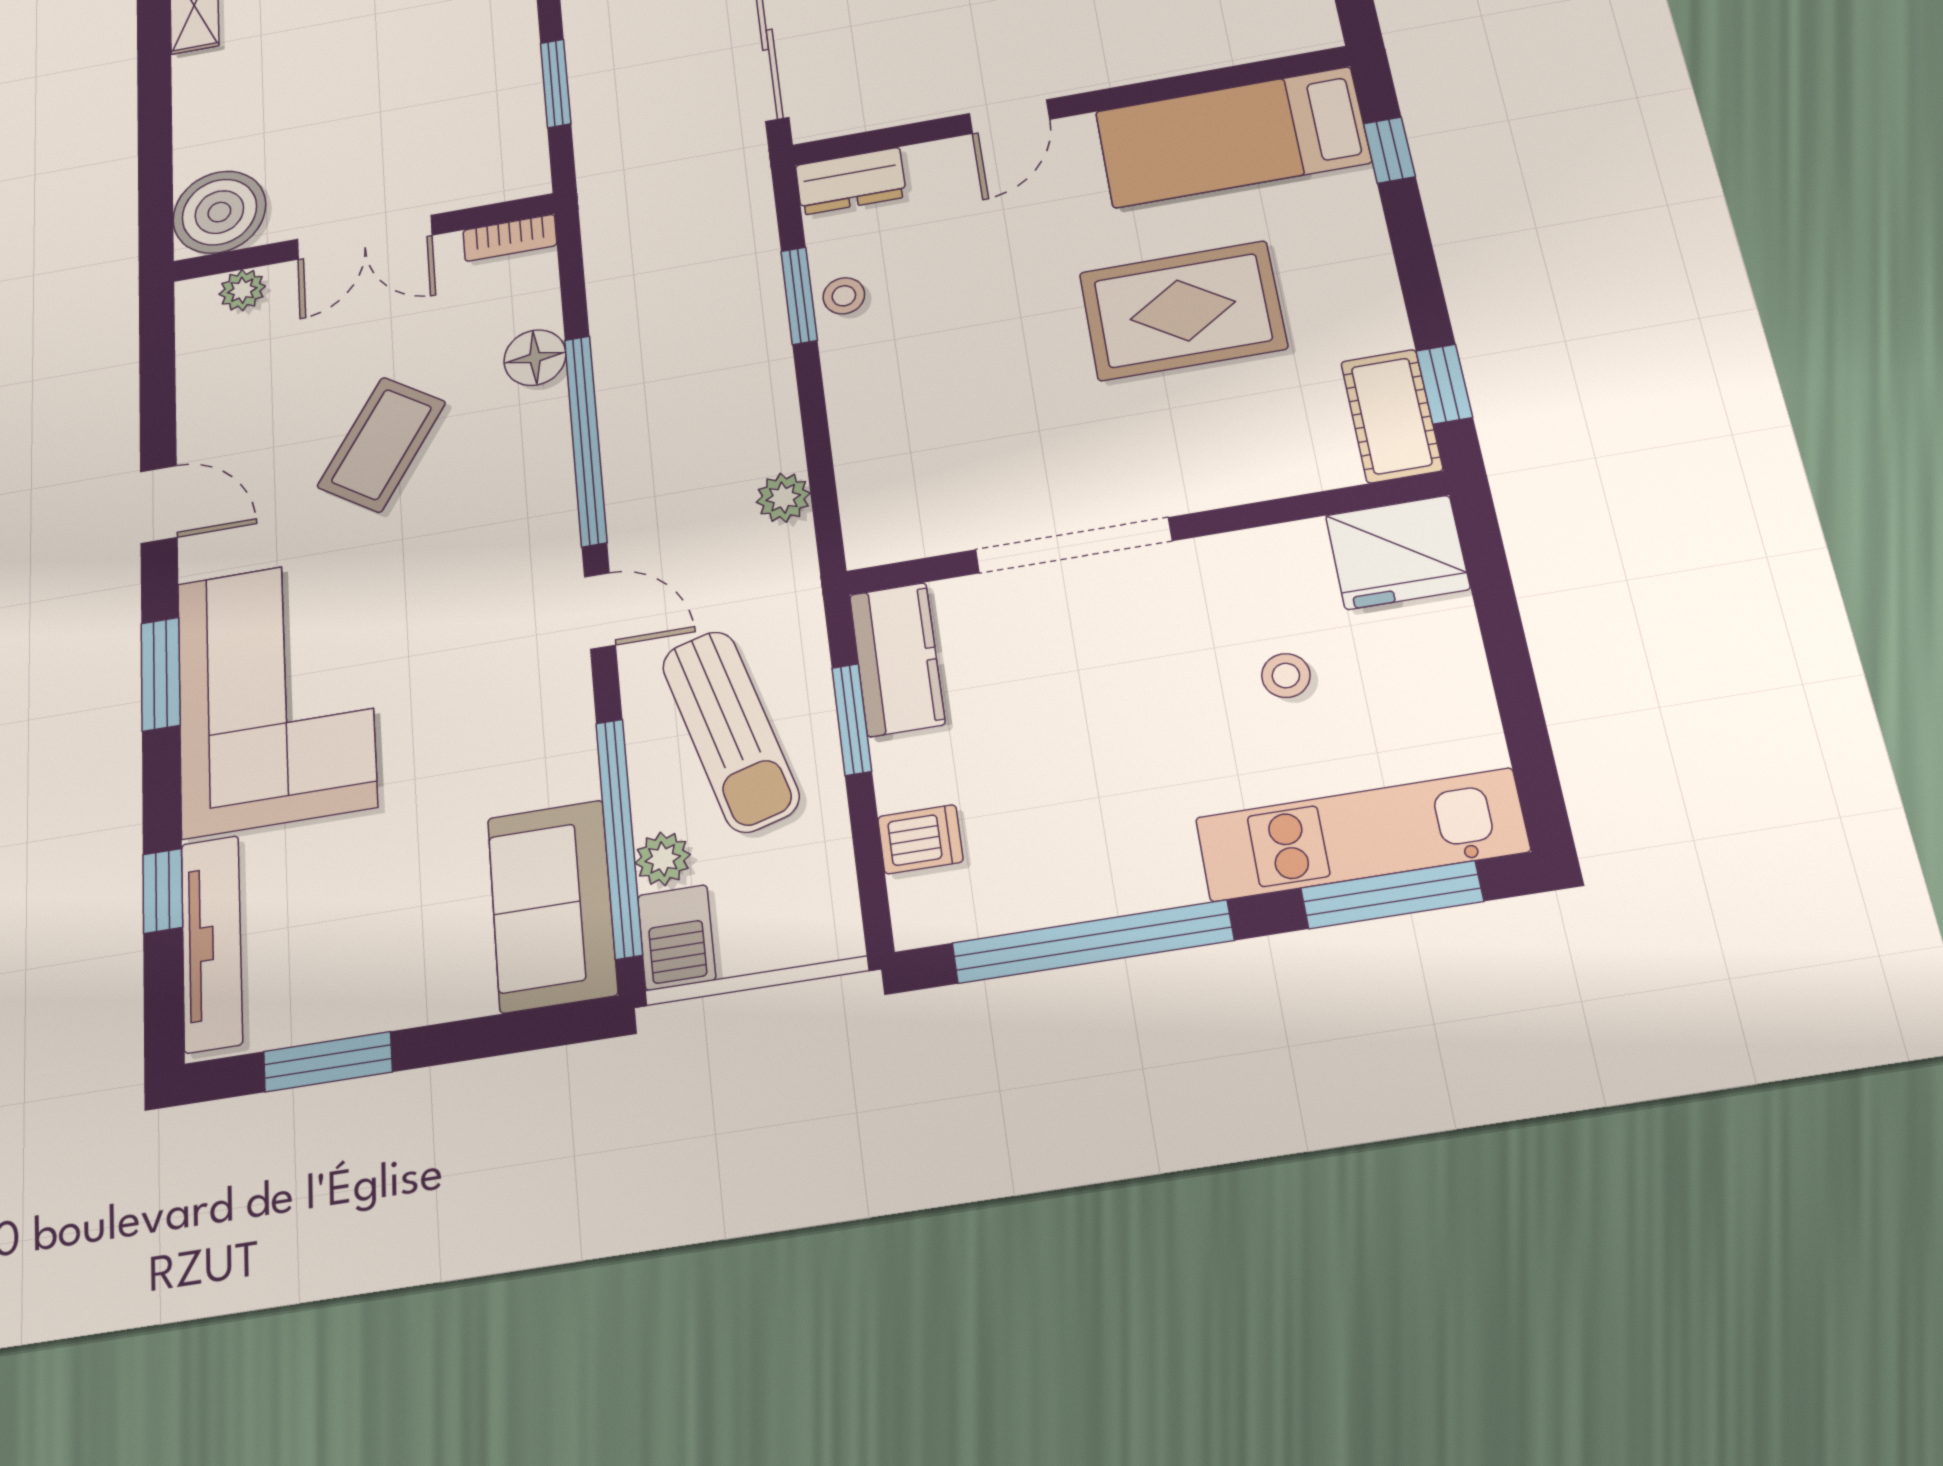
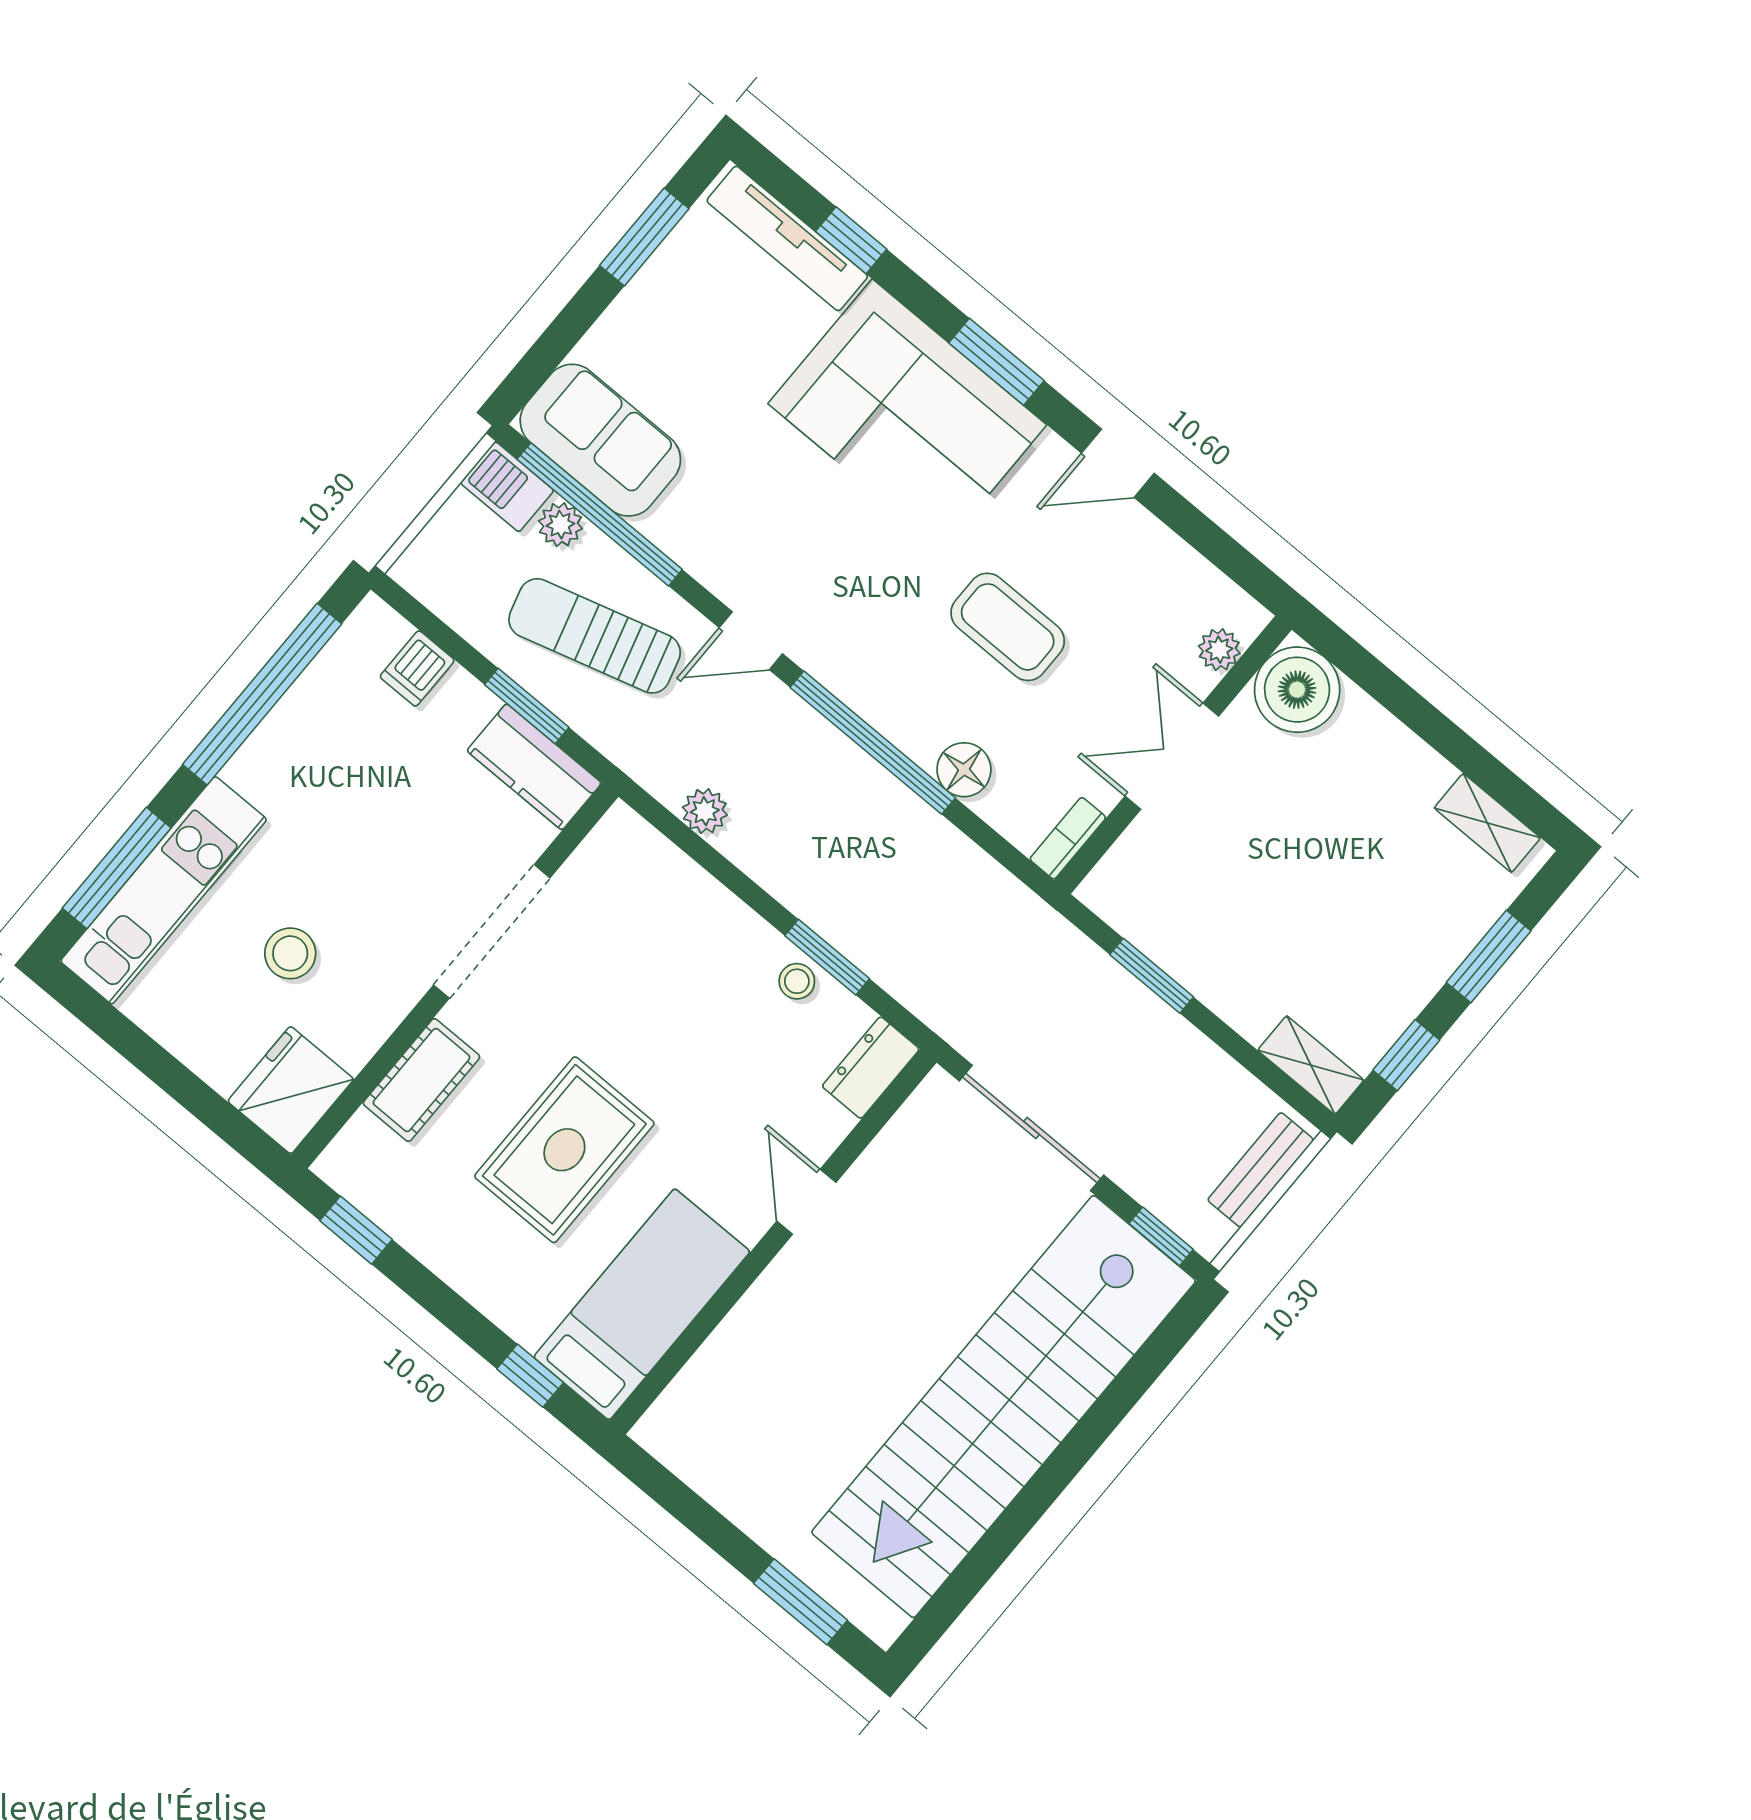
cot: (1392, 416) -> (421, 1080), moved, turned 90
coffee table: (382, 444) -> (1008, 627), turned -33
stool: (1286, 676) -> (290, 953), width x1.37, depth x1.37

